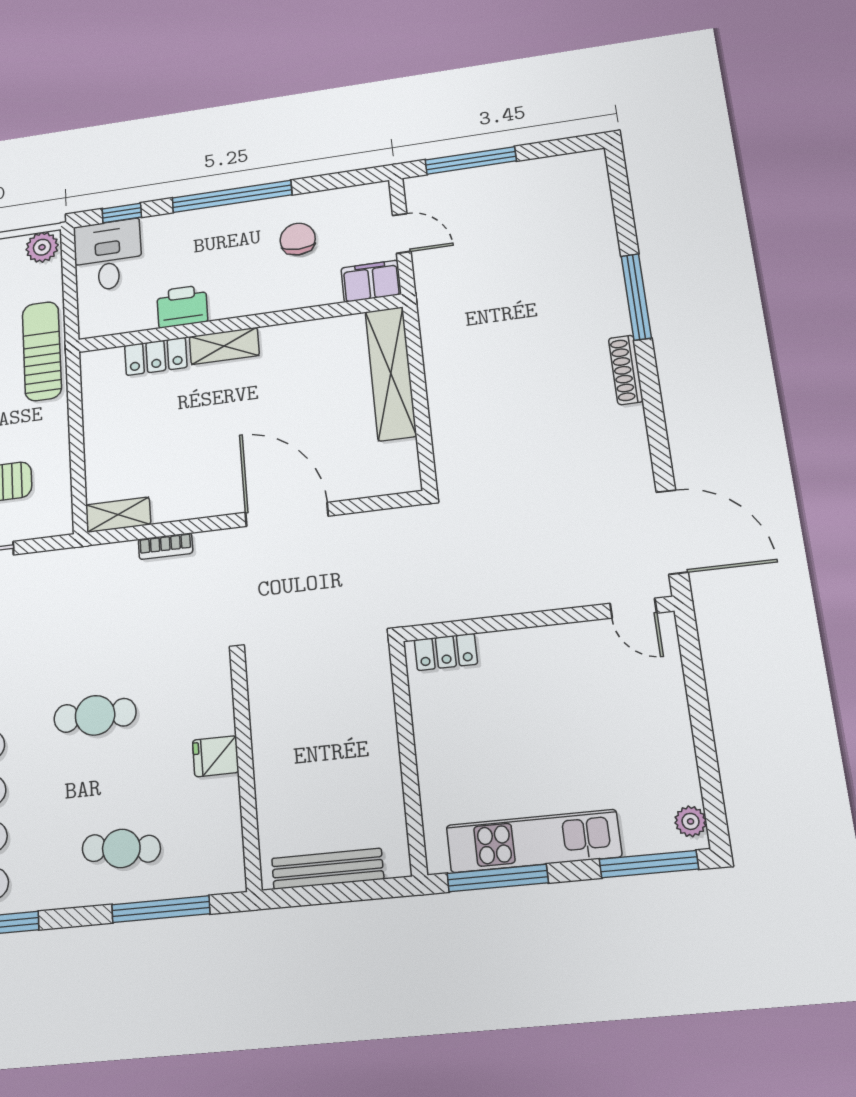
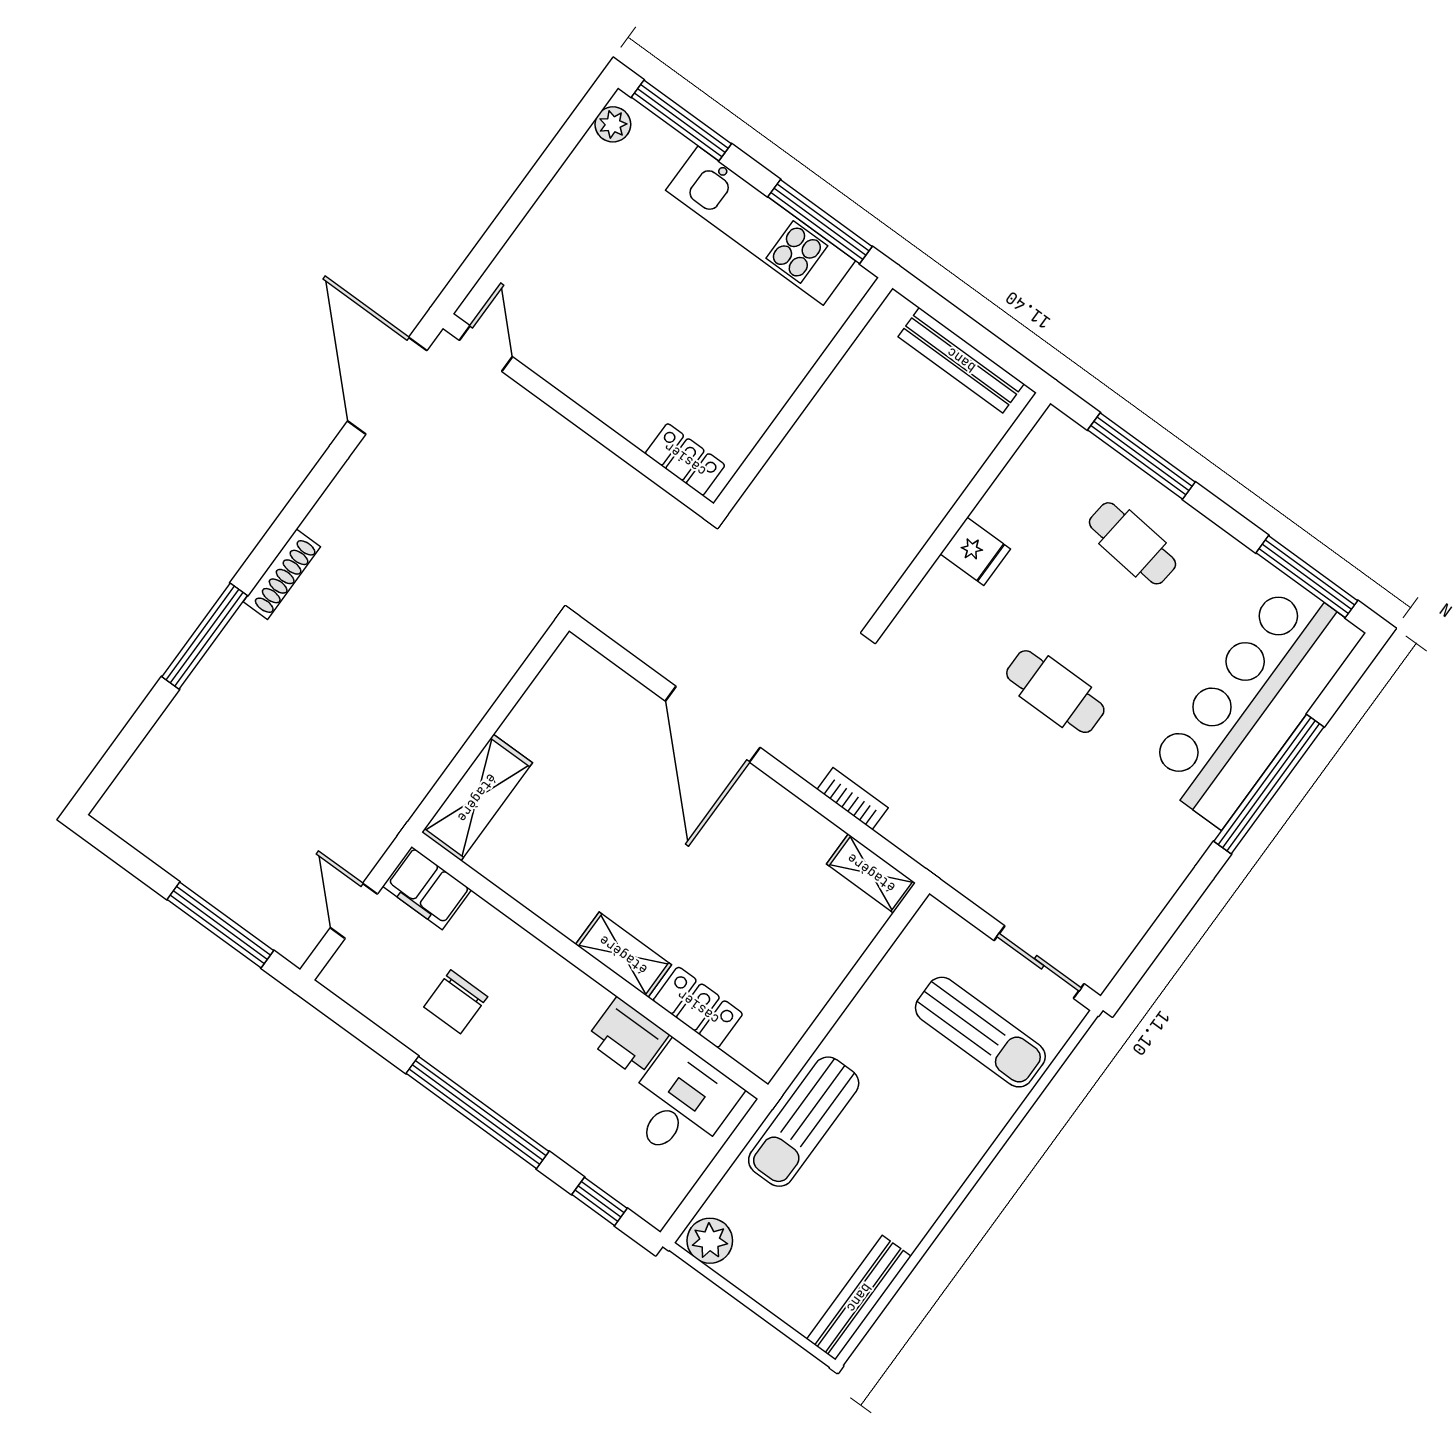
desk: (108, 255) -> (680, 1103), moved, turned 180
shelving: (391, 373) -> (477, 798), width x0.68

